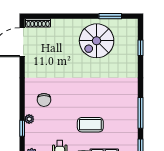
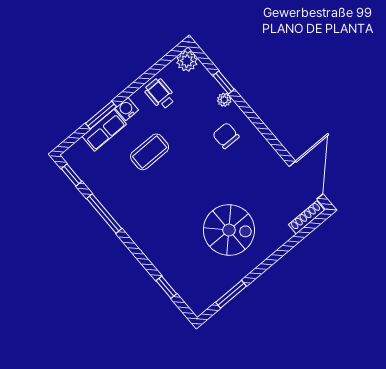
spiral stairs: (97, 41) -> (229, 230), moved, turned 90

